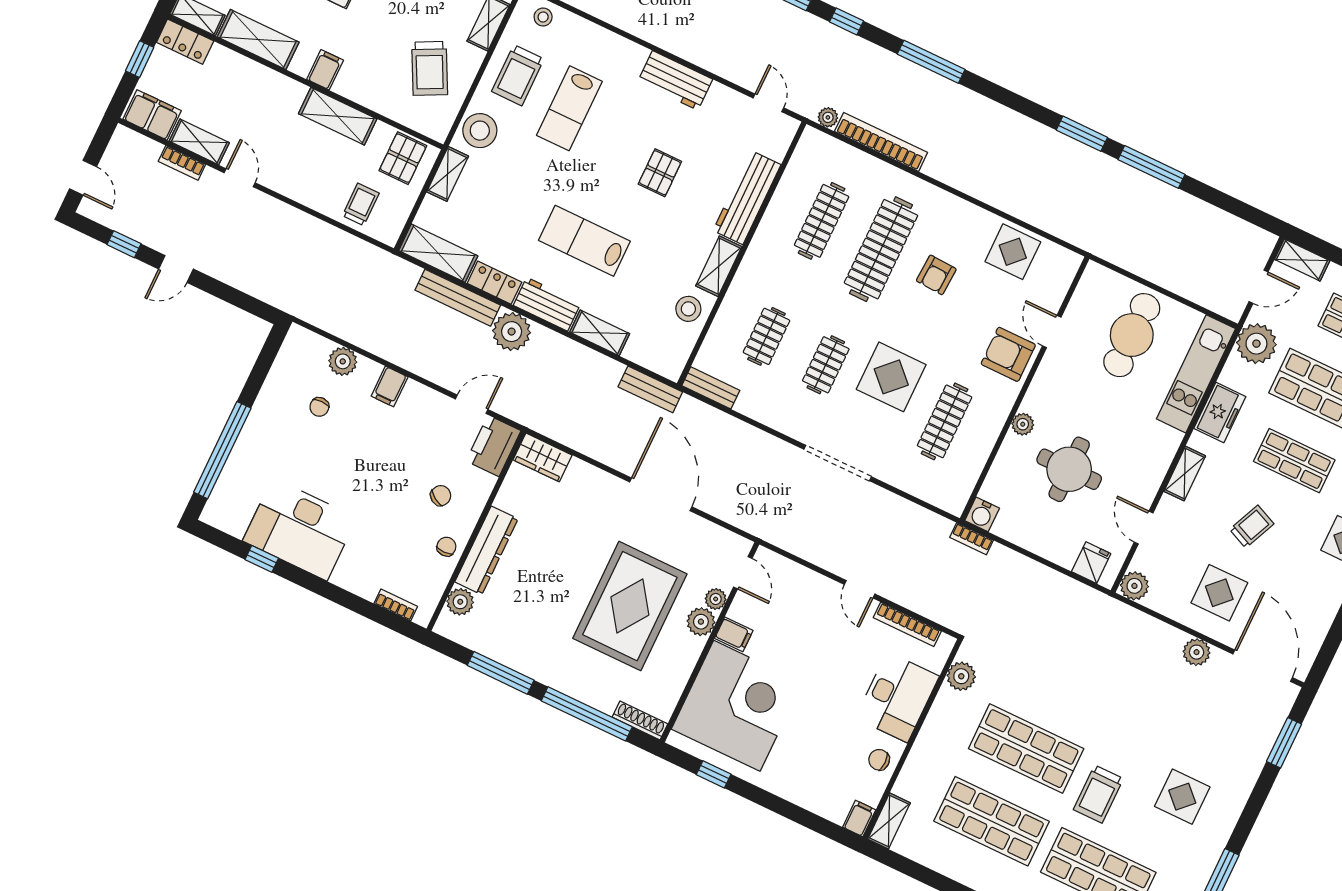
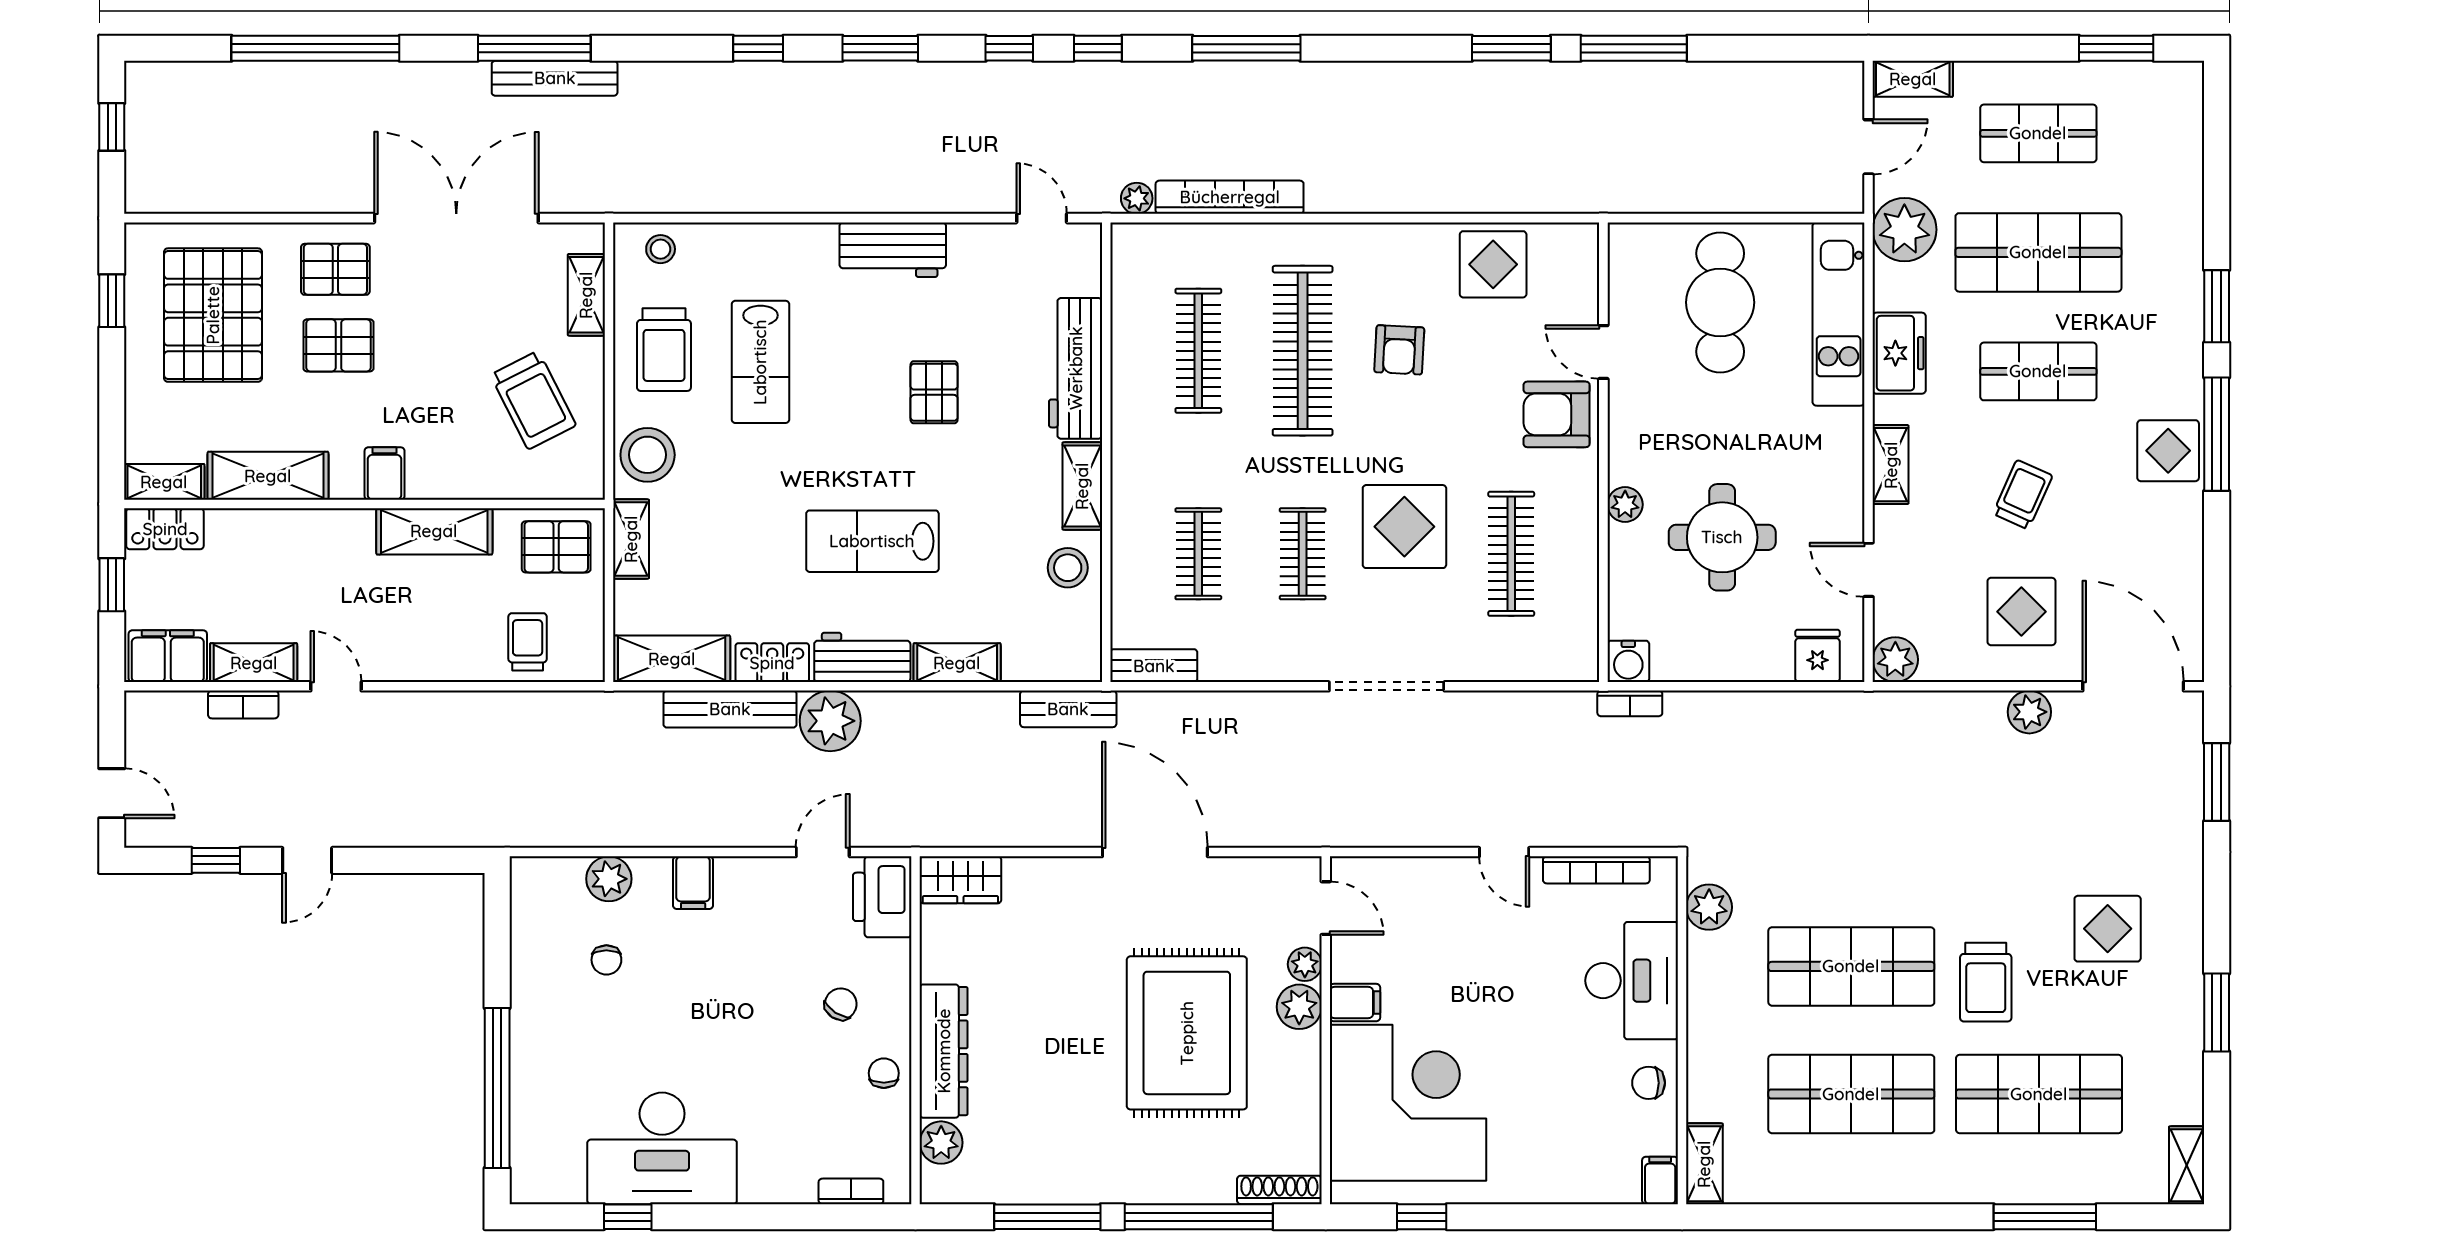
pallet: (403, 158) -> (556, 547), turned 90

